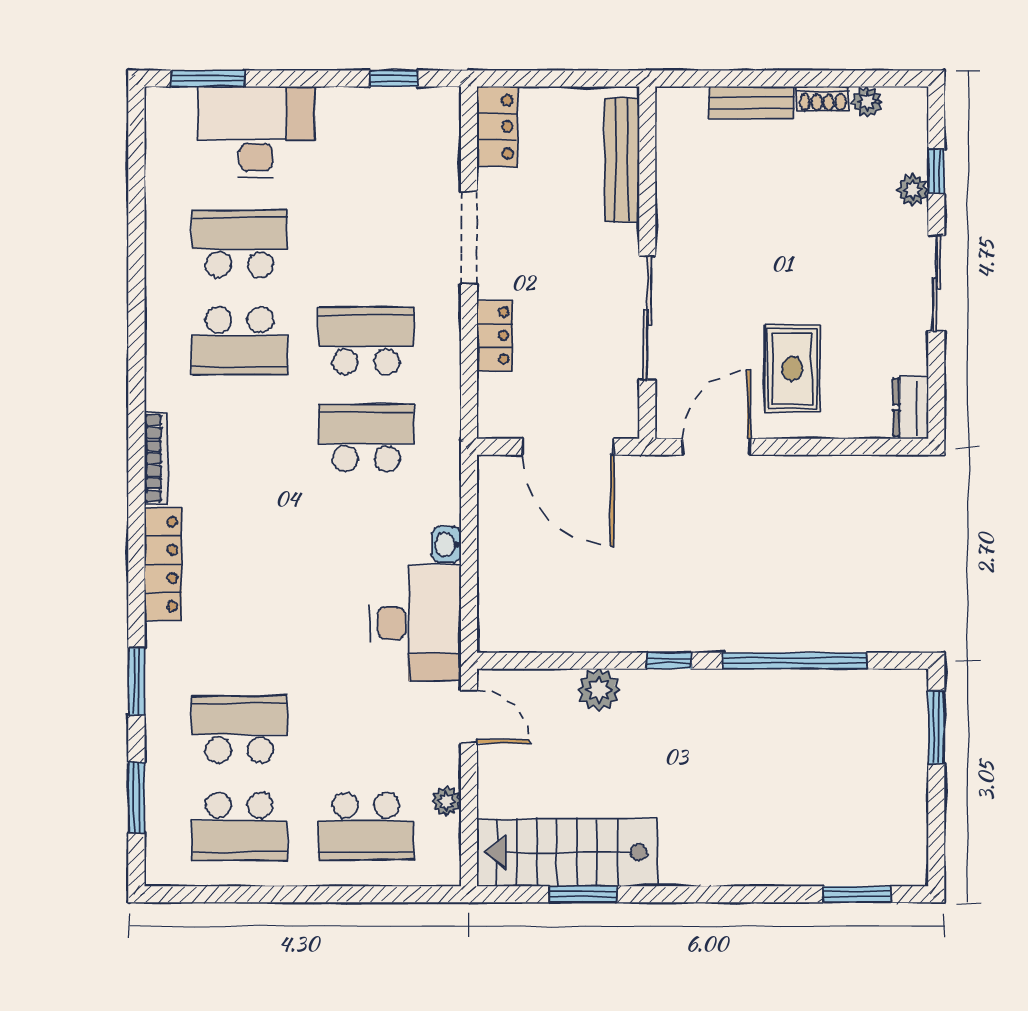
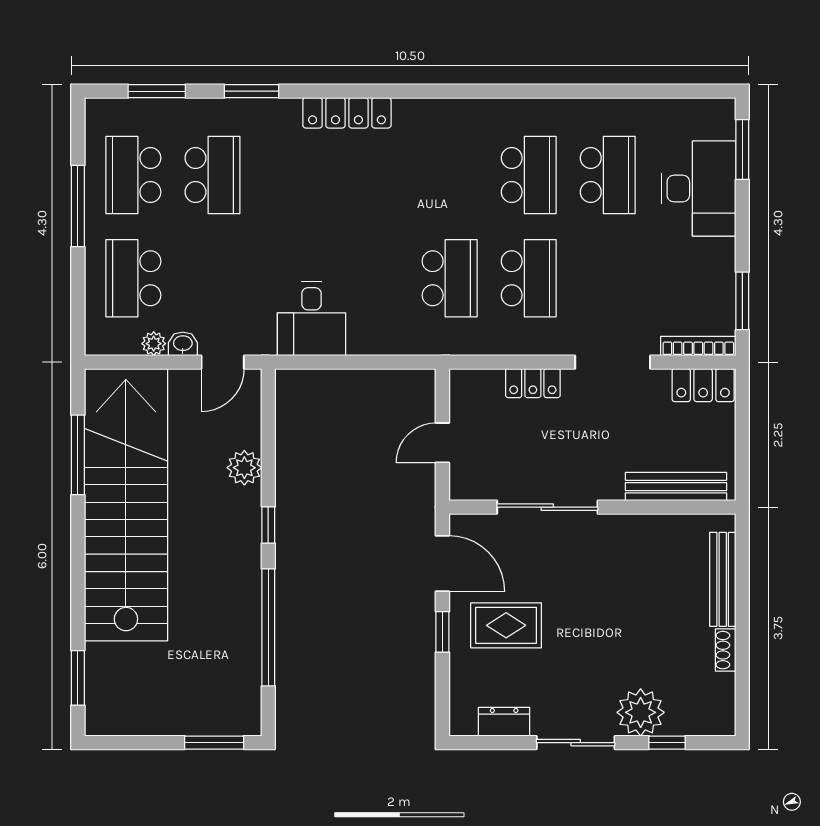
window: (394, 79) -> (742, 301), width x1.50
plant: (867, 102) -> (724, 686), removed
bench: (751, 103) -> (723, 579), width x1.36
plant: (913, 190) -> (641, 712), width x1.87, depth x1.87
school desk: (239, 341) -> (529, 175), turned 180
dresser: (911, 407) -> (504, 722), moved
door: (568, 447) -> (442, 443), width x0.53
window: (800, 447) -> (442, 632), added
bookcase: (156, 458) -> (698, 346), moved, turned 180
washbasin: (447, 544) -> (183, 344), moved
desk: (416, 623) -> (312, 319), width x0.73
stairs: (567, 852) -> (126, 505), width x1.86, depth x1.51
window: (277, 894) -> (78, 206), added
window: (583, 894) -> (78, 455), width x1.44

